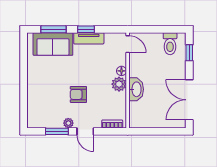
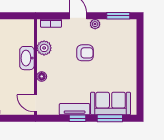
plant: (119, 84) -> (44, 48), moved
window: (57, 131) -> (118, 16), moved

